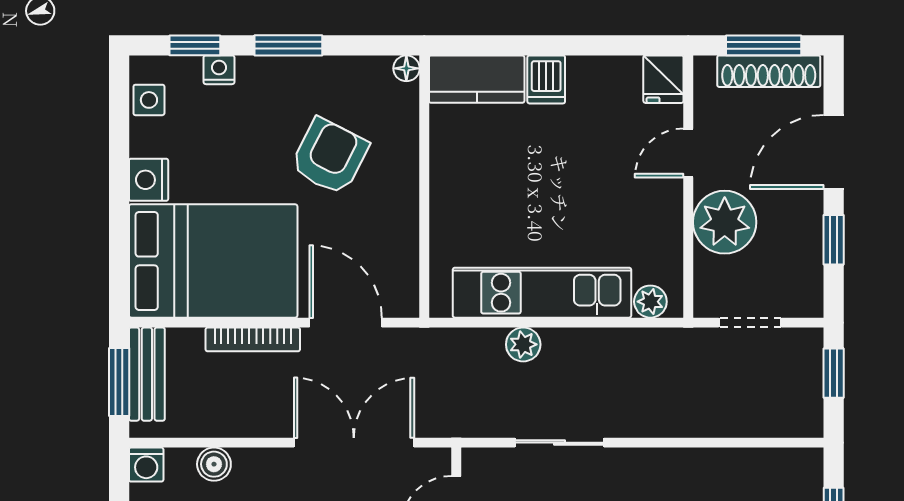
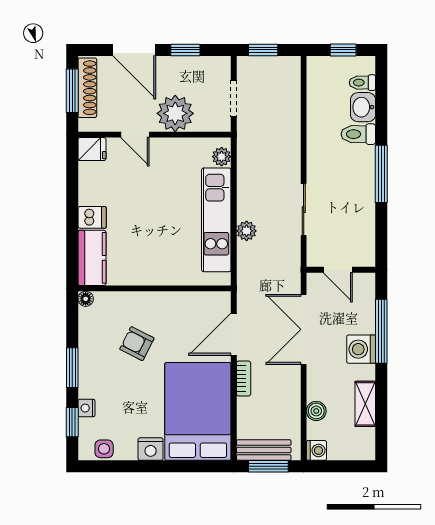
armchair: (330, 156) -> (137, 344), width x0.72, depth x0.72
bookcase: (253, 339) -> (244, 378), width x0.64

